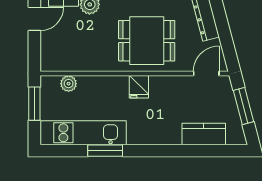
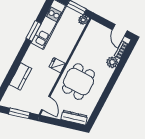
plant: (69, 84) -> (83, 20), moved
kitchen counter: (204, 134) -> (20, 77), moved

